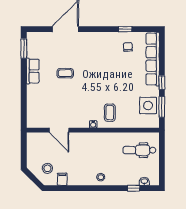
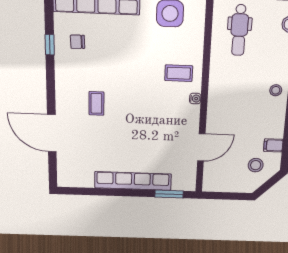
window: (24, 49) -> (169, 194), moved
row of seats: (33, 71) -> (133, 181), width x2.02
coffee table: (65, 73) -> (96, 103), moved

